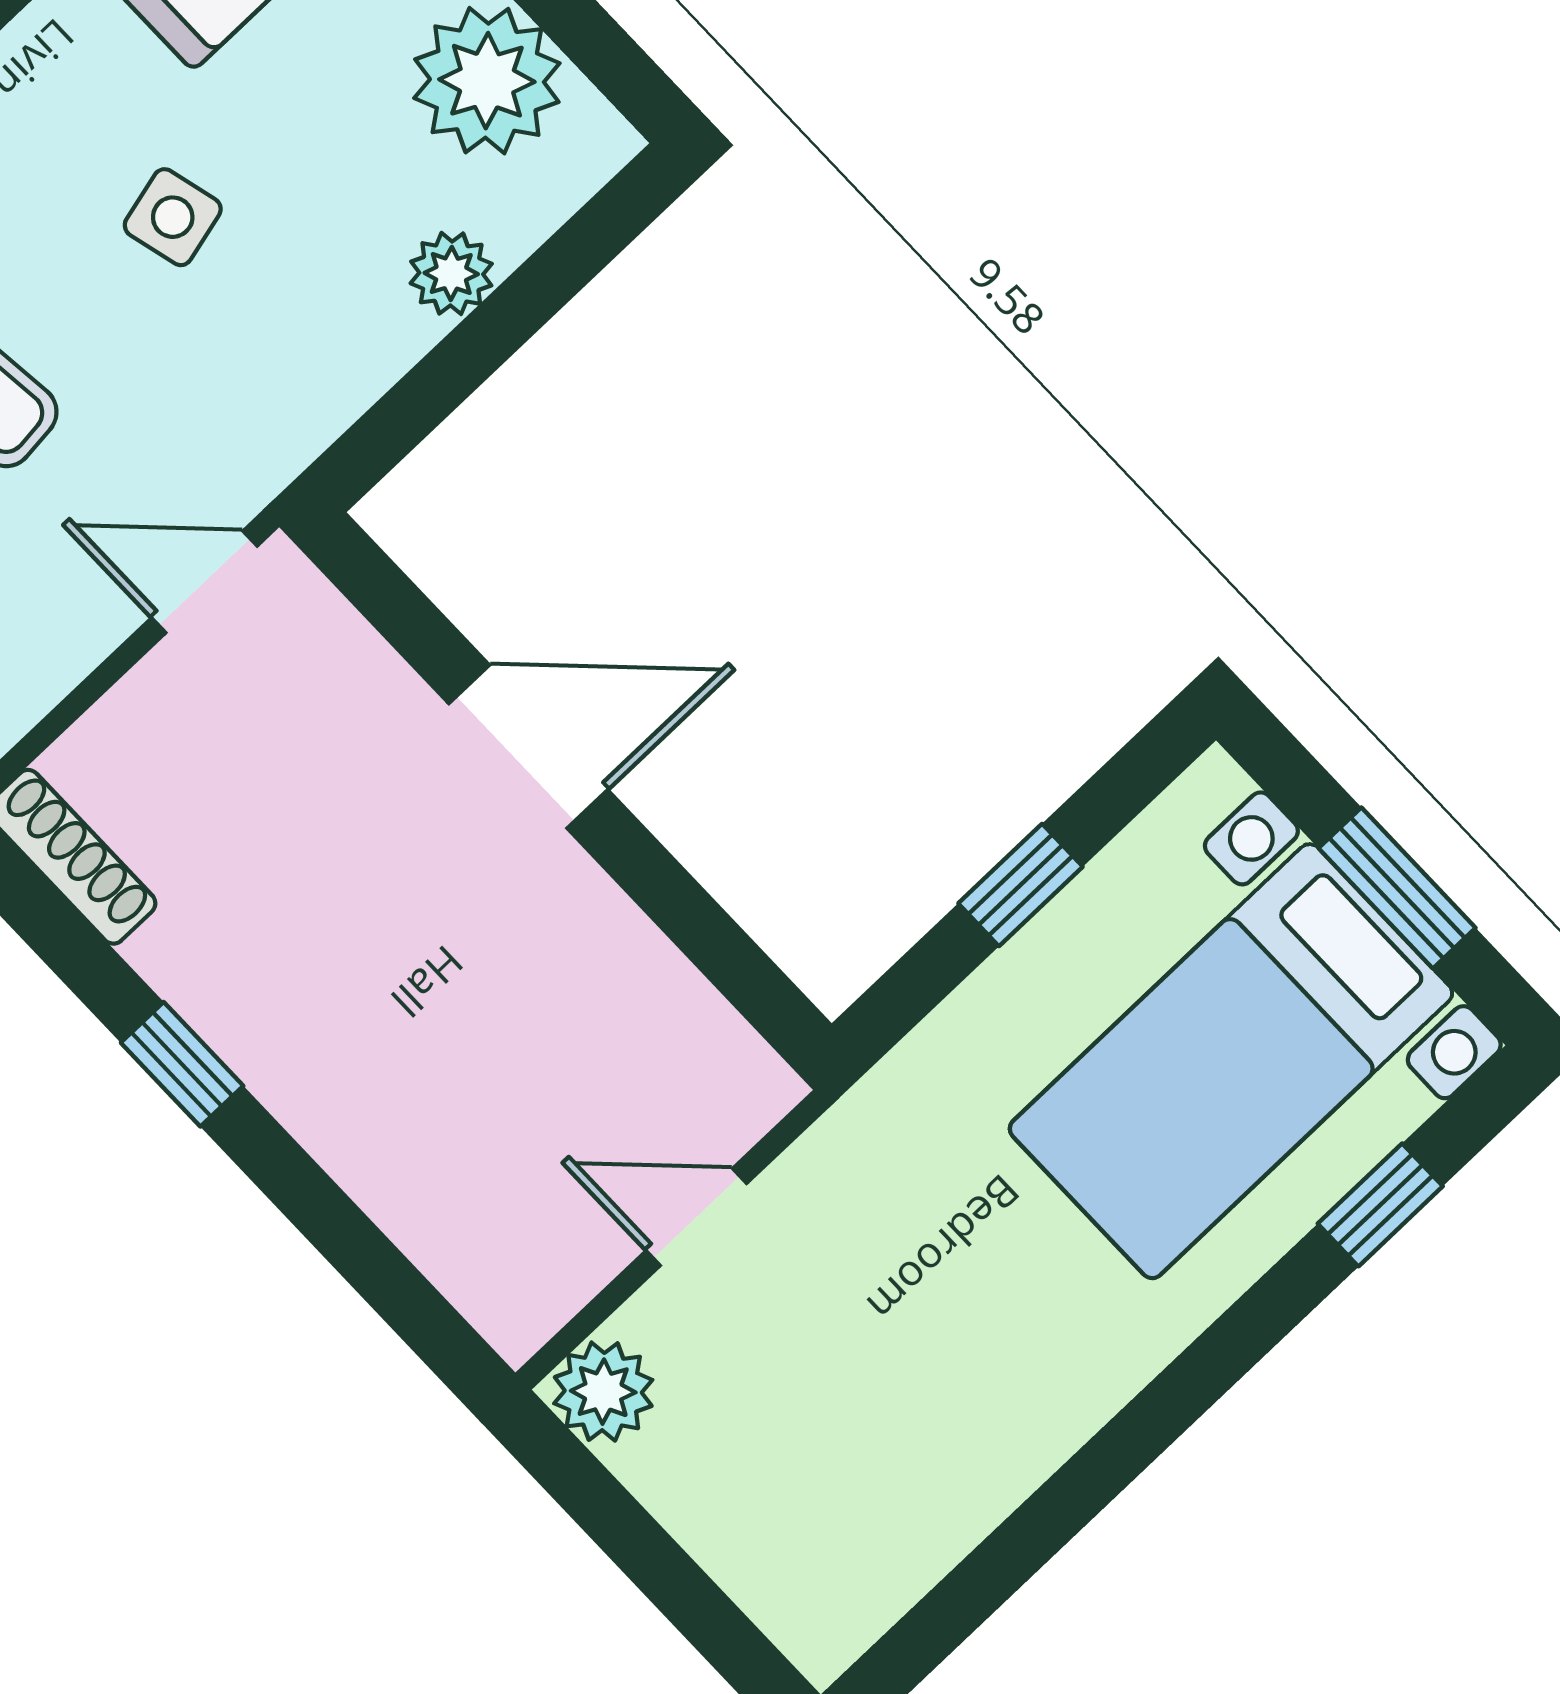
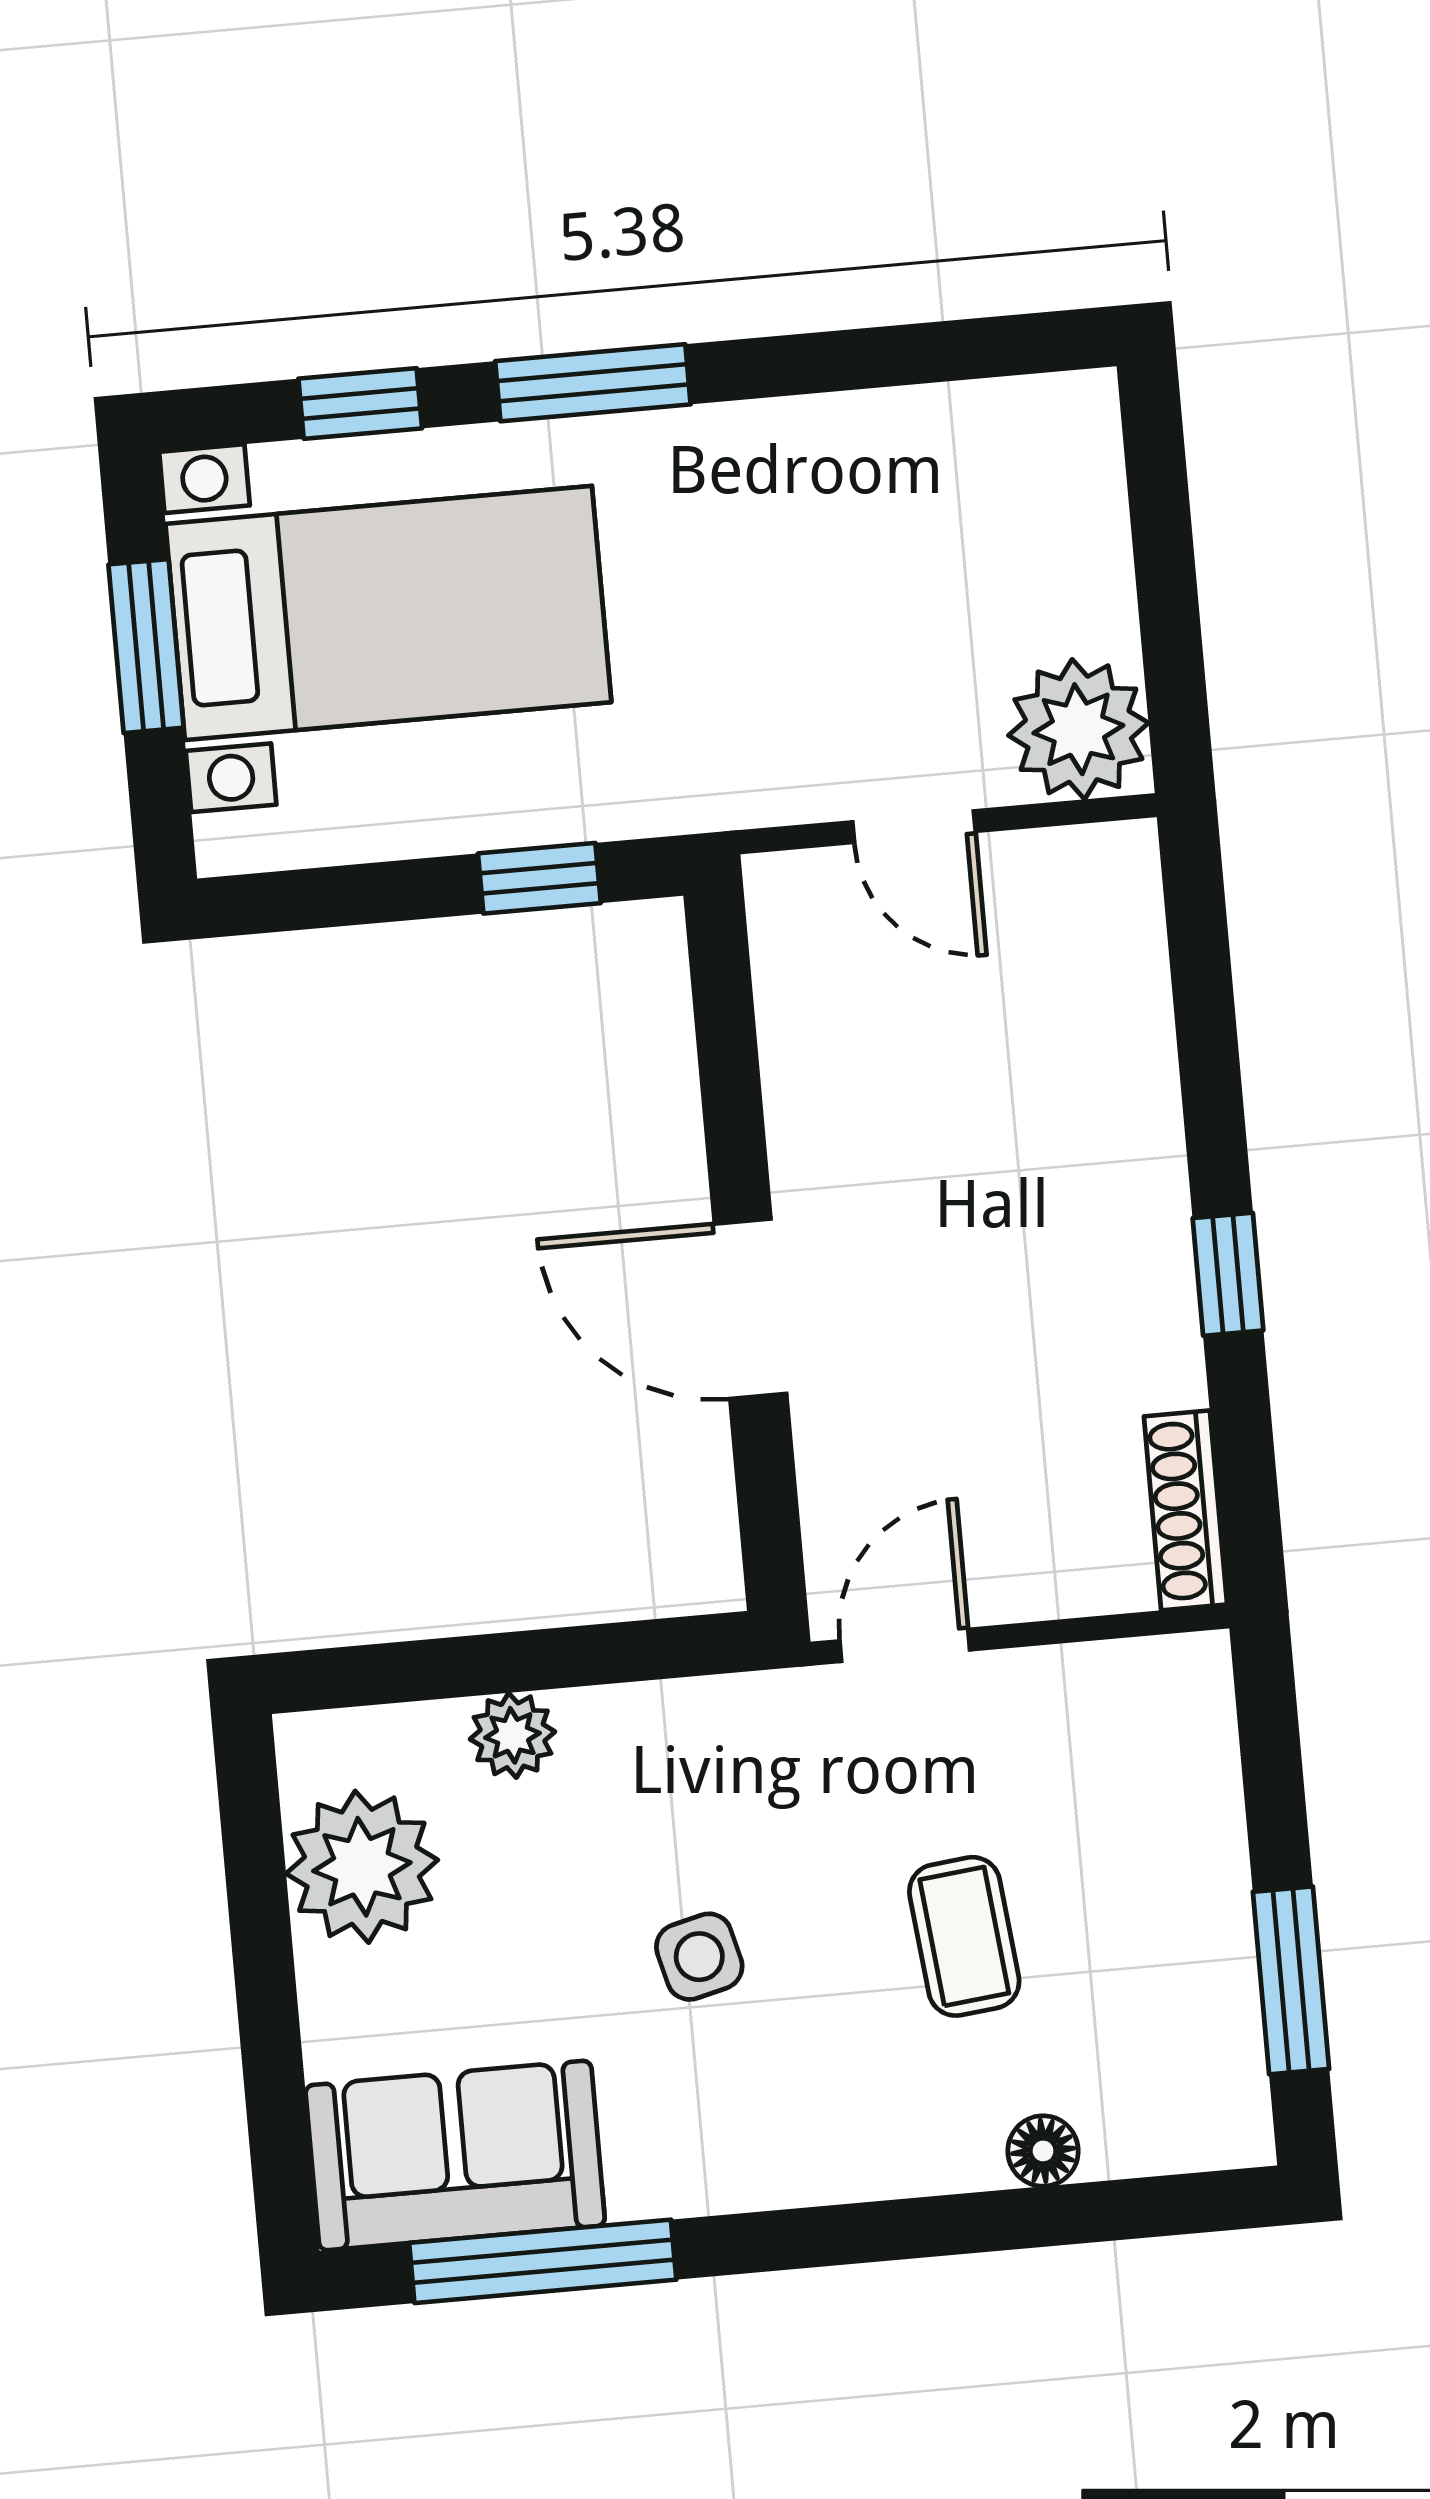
door: (204, 582) -> (905, 1645), swing flipped
window: (1021, 885) -> (539, 878), moved
window: (1214, 1363) -> (593, 383), added
plant: (603, 1392) -> (1078, 729), width x1.36, depth x1.36

